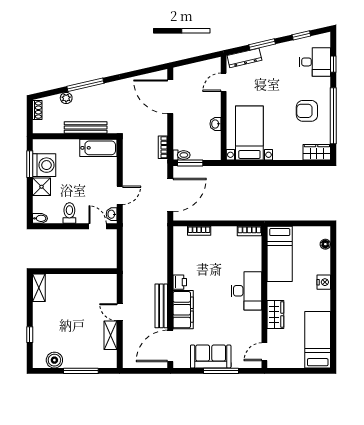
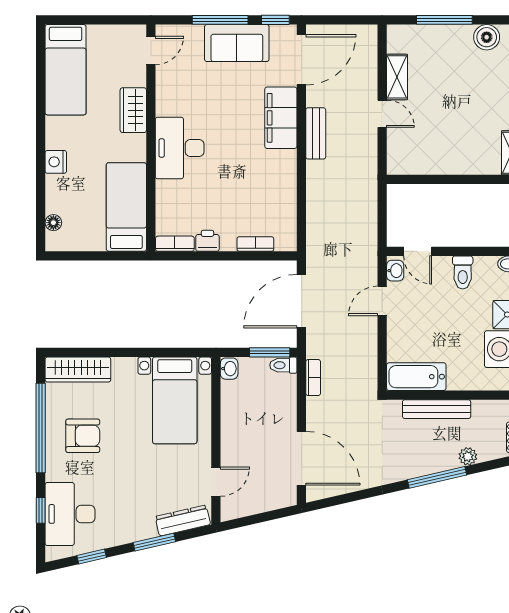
desk: (315, 62) -> (70, 514), width x1.37
washbasin: (215, 124) -> (229, 369), moved
wardrobe: (317, 152) -> (78, 370), width x1.50
printer: (180, 282) -> (207, 241), moved, turned 90
bench: (161, 306) -> (316, 133), width x0.73
window: (187, 371) -> (275, 20), added

